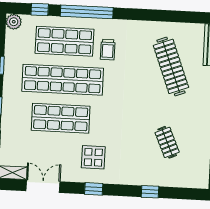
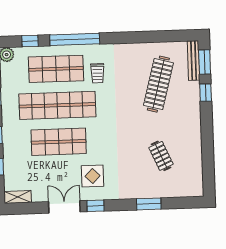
clothes rail: (171, 66) -> (158, 84), turned 36
double door: (43, 186) -> (64, 207), moved
window: (150, 192) -> (149, 204), width x1.50

